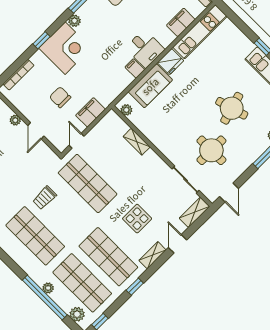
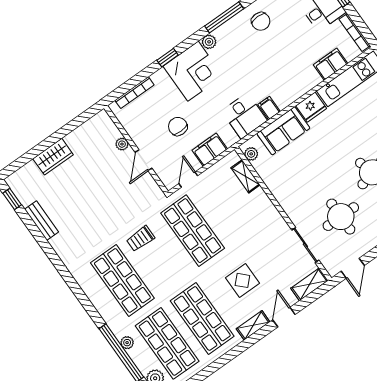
desk: (145, 49) -> (244, 116), moved
shelving: (137, 142) -> (245, 176), moved
window: (135, 287) -> (227, 358), removed

